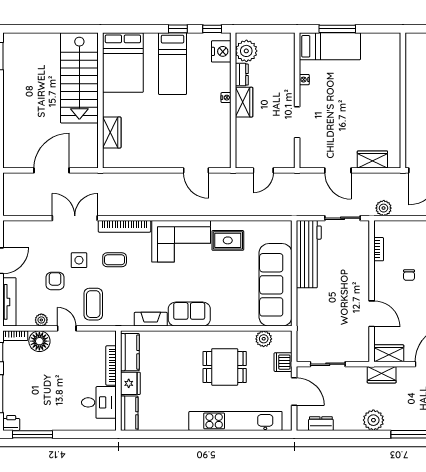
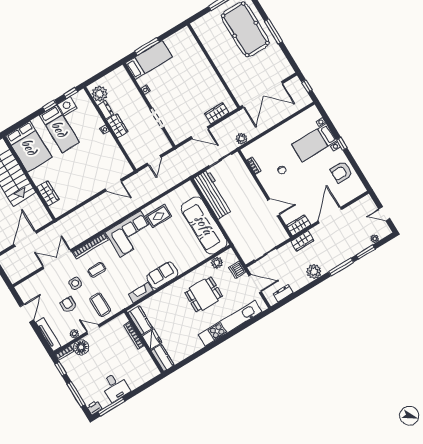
nightstand: (221, 51) -> (67, 106), moved, turned -90
desk: (99, 402) -> (115, 387), moved, turned 90

